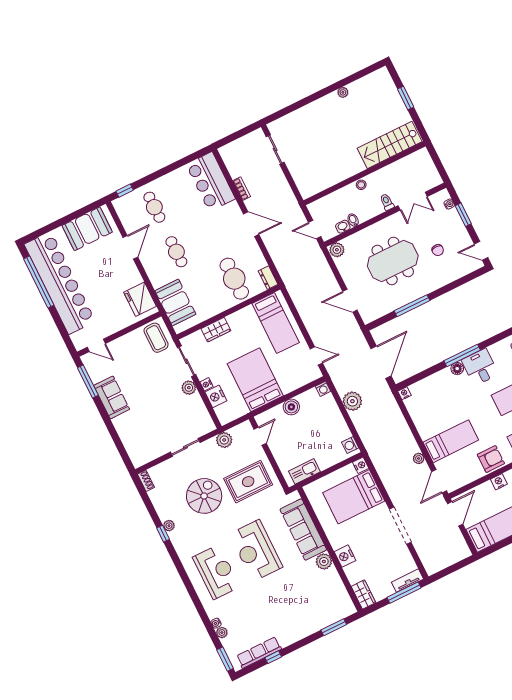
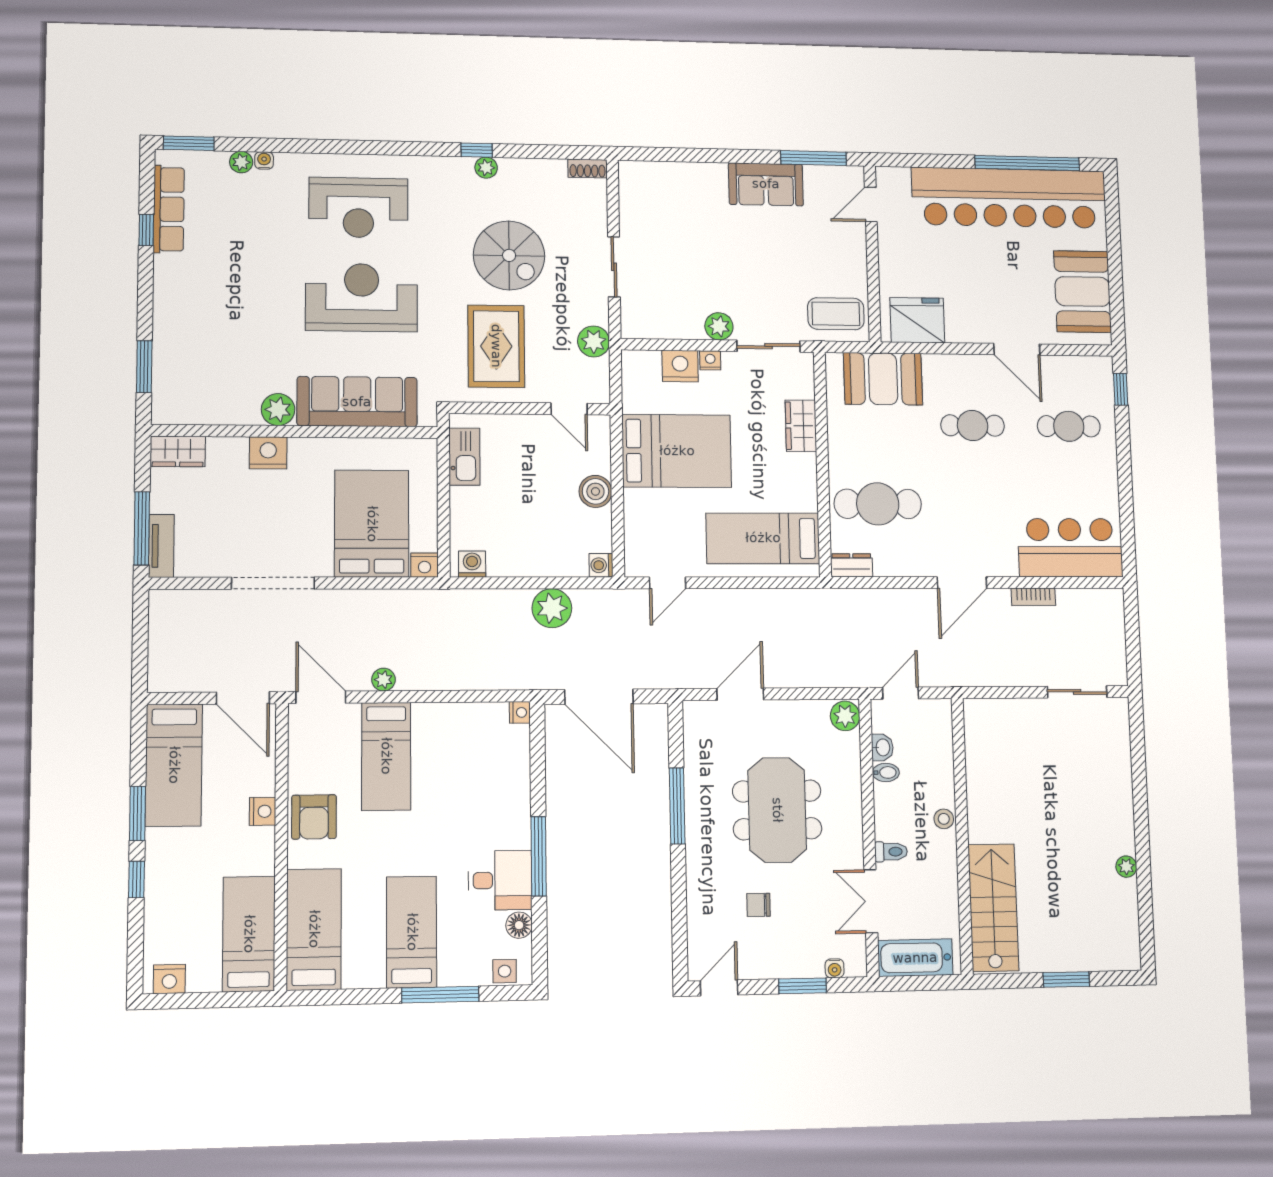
bathtub: (428, 170) -> (915, 958), added
floor lamp: (457, 369) -> (519, 925), moved

